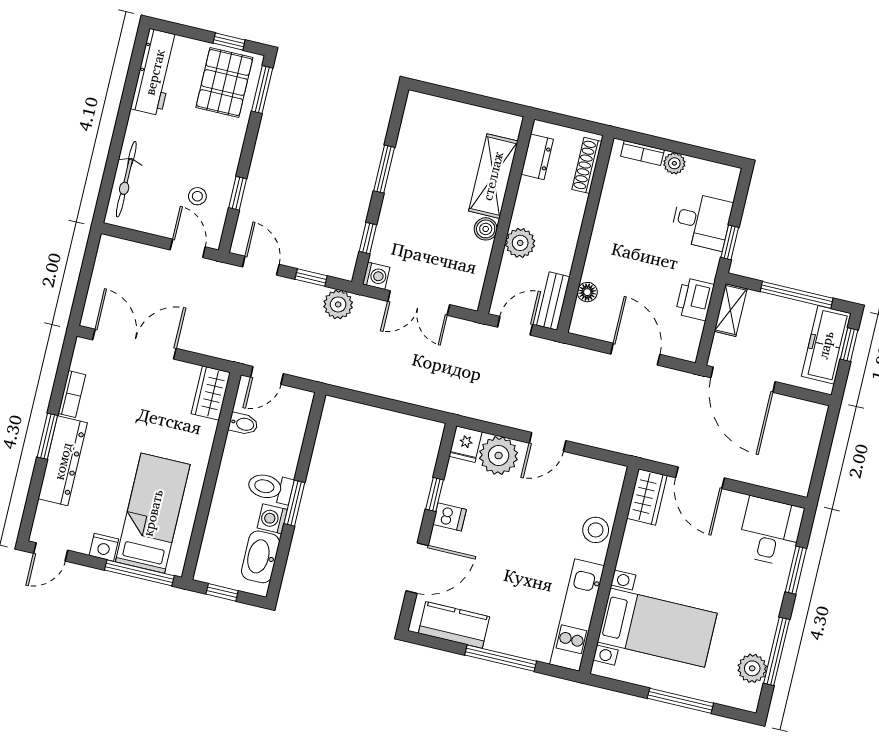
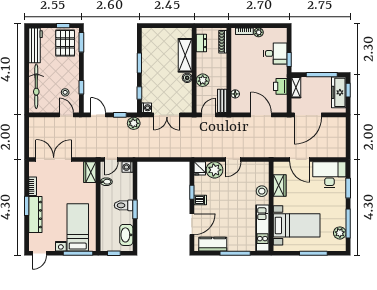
bicycle: (126, 179) -> (36, 86), width x1.37, depth x1.40
door: (743, 380) -> (308, 115), hinge flipped
wardrobe: (647, 497) -> (280, 185), moved
washing machine: (272, 519) -> (127, 167), moved
desk: (770, 531) -> (329, 175), width x1.37

